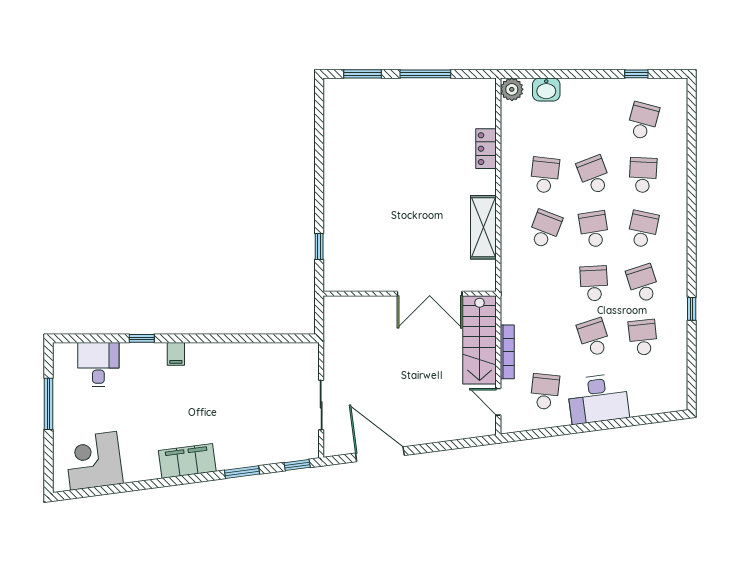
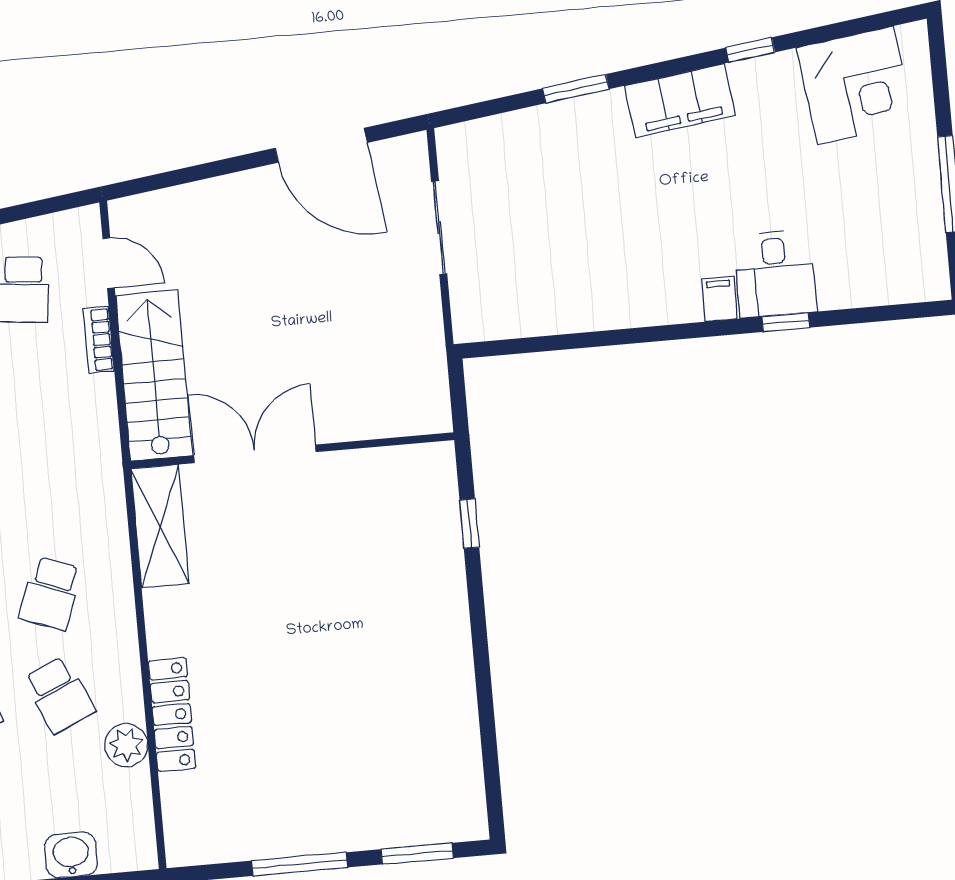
plant: (512, 89) -> (126, 745), moved
locker: (486, 149) -> (172, 715), width x1.53
school desk: (545, 175) -> (59, 695), turned -30
shelving: (483, 227) -> (160, 526), moved
bookcase: (507, 352) -> (99, 340), width x0.64
desk: (98, 365) -> (775, 274), moved
window: (297, 465) -> (750, 50), moved

